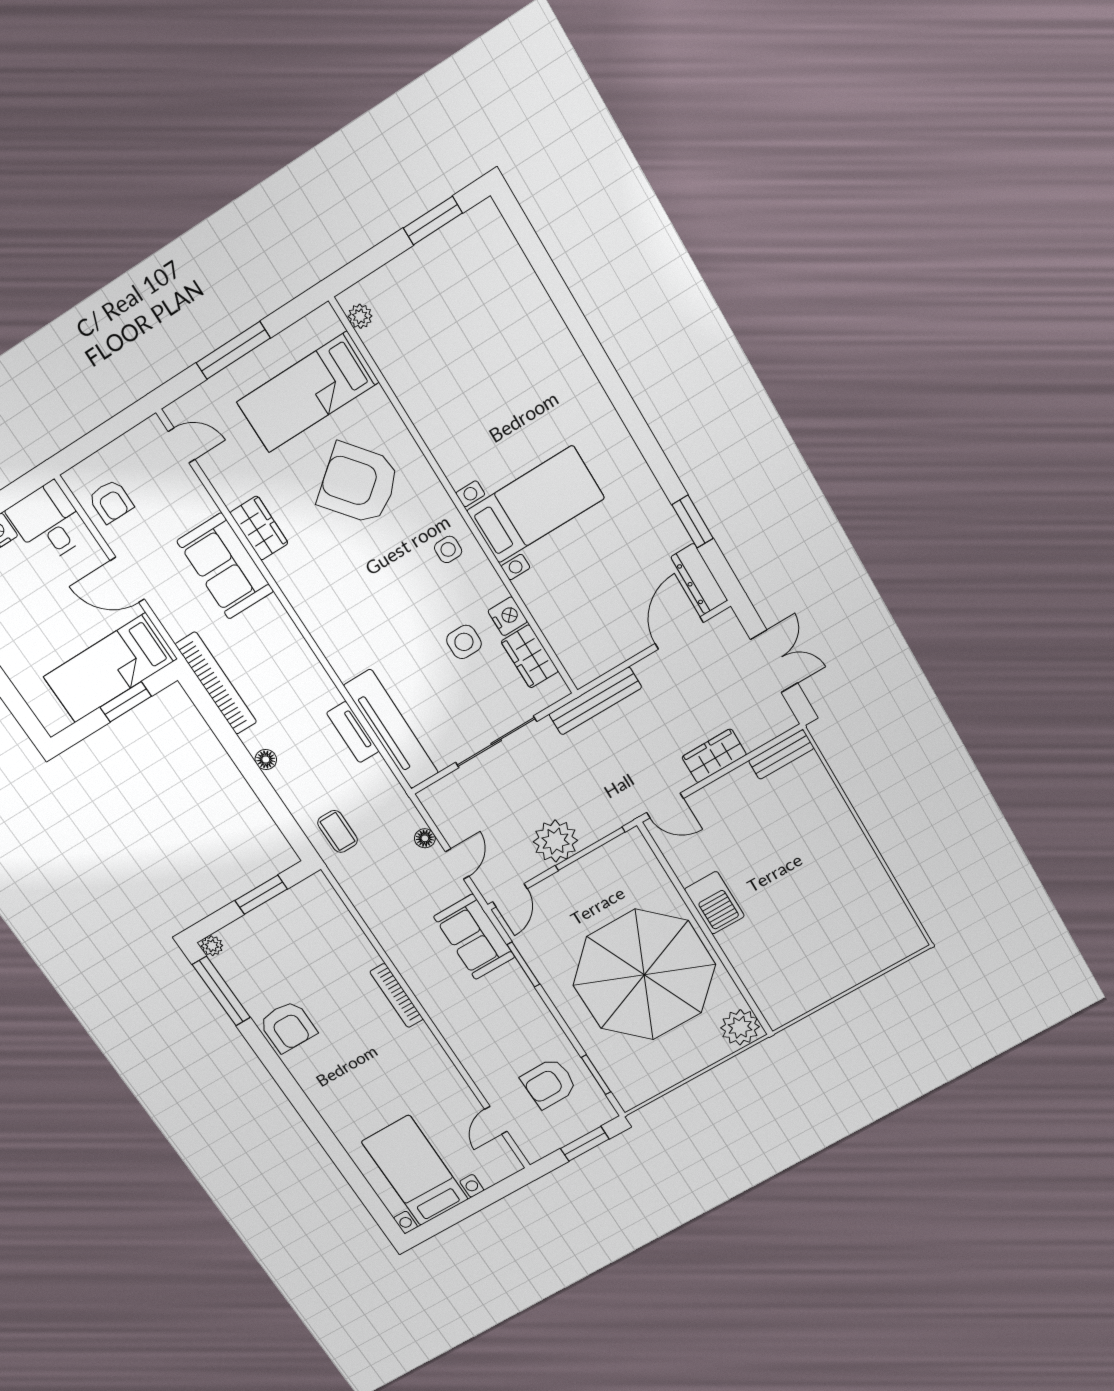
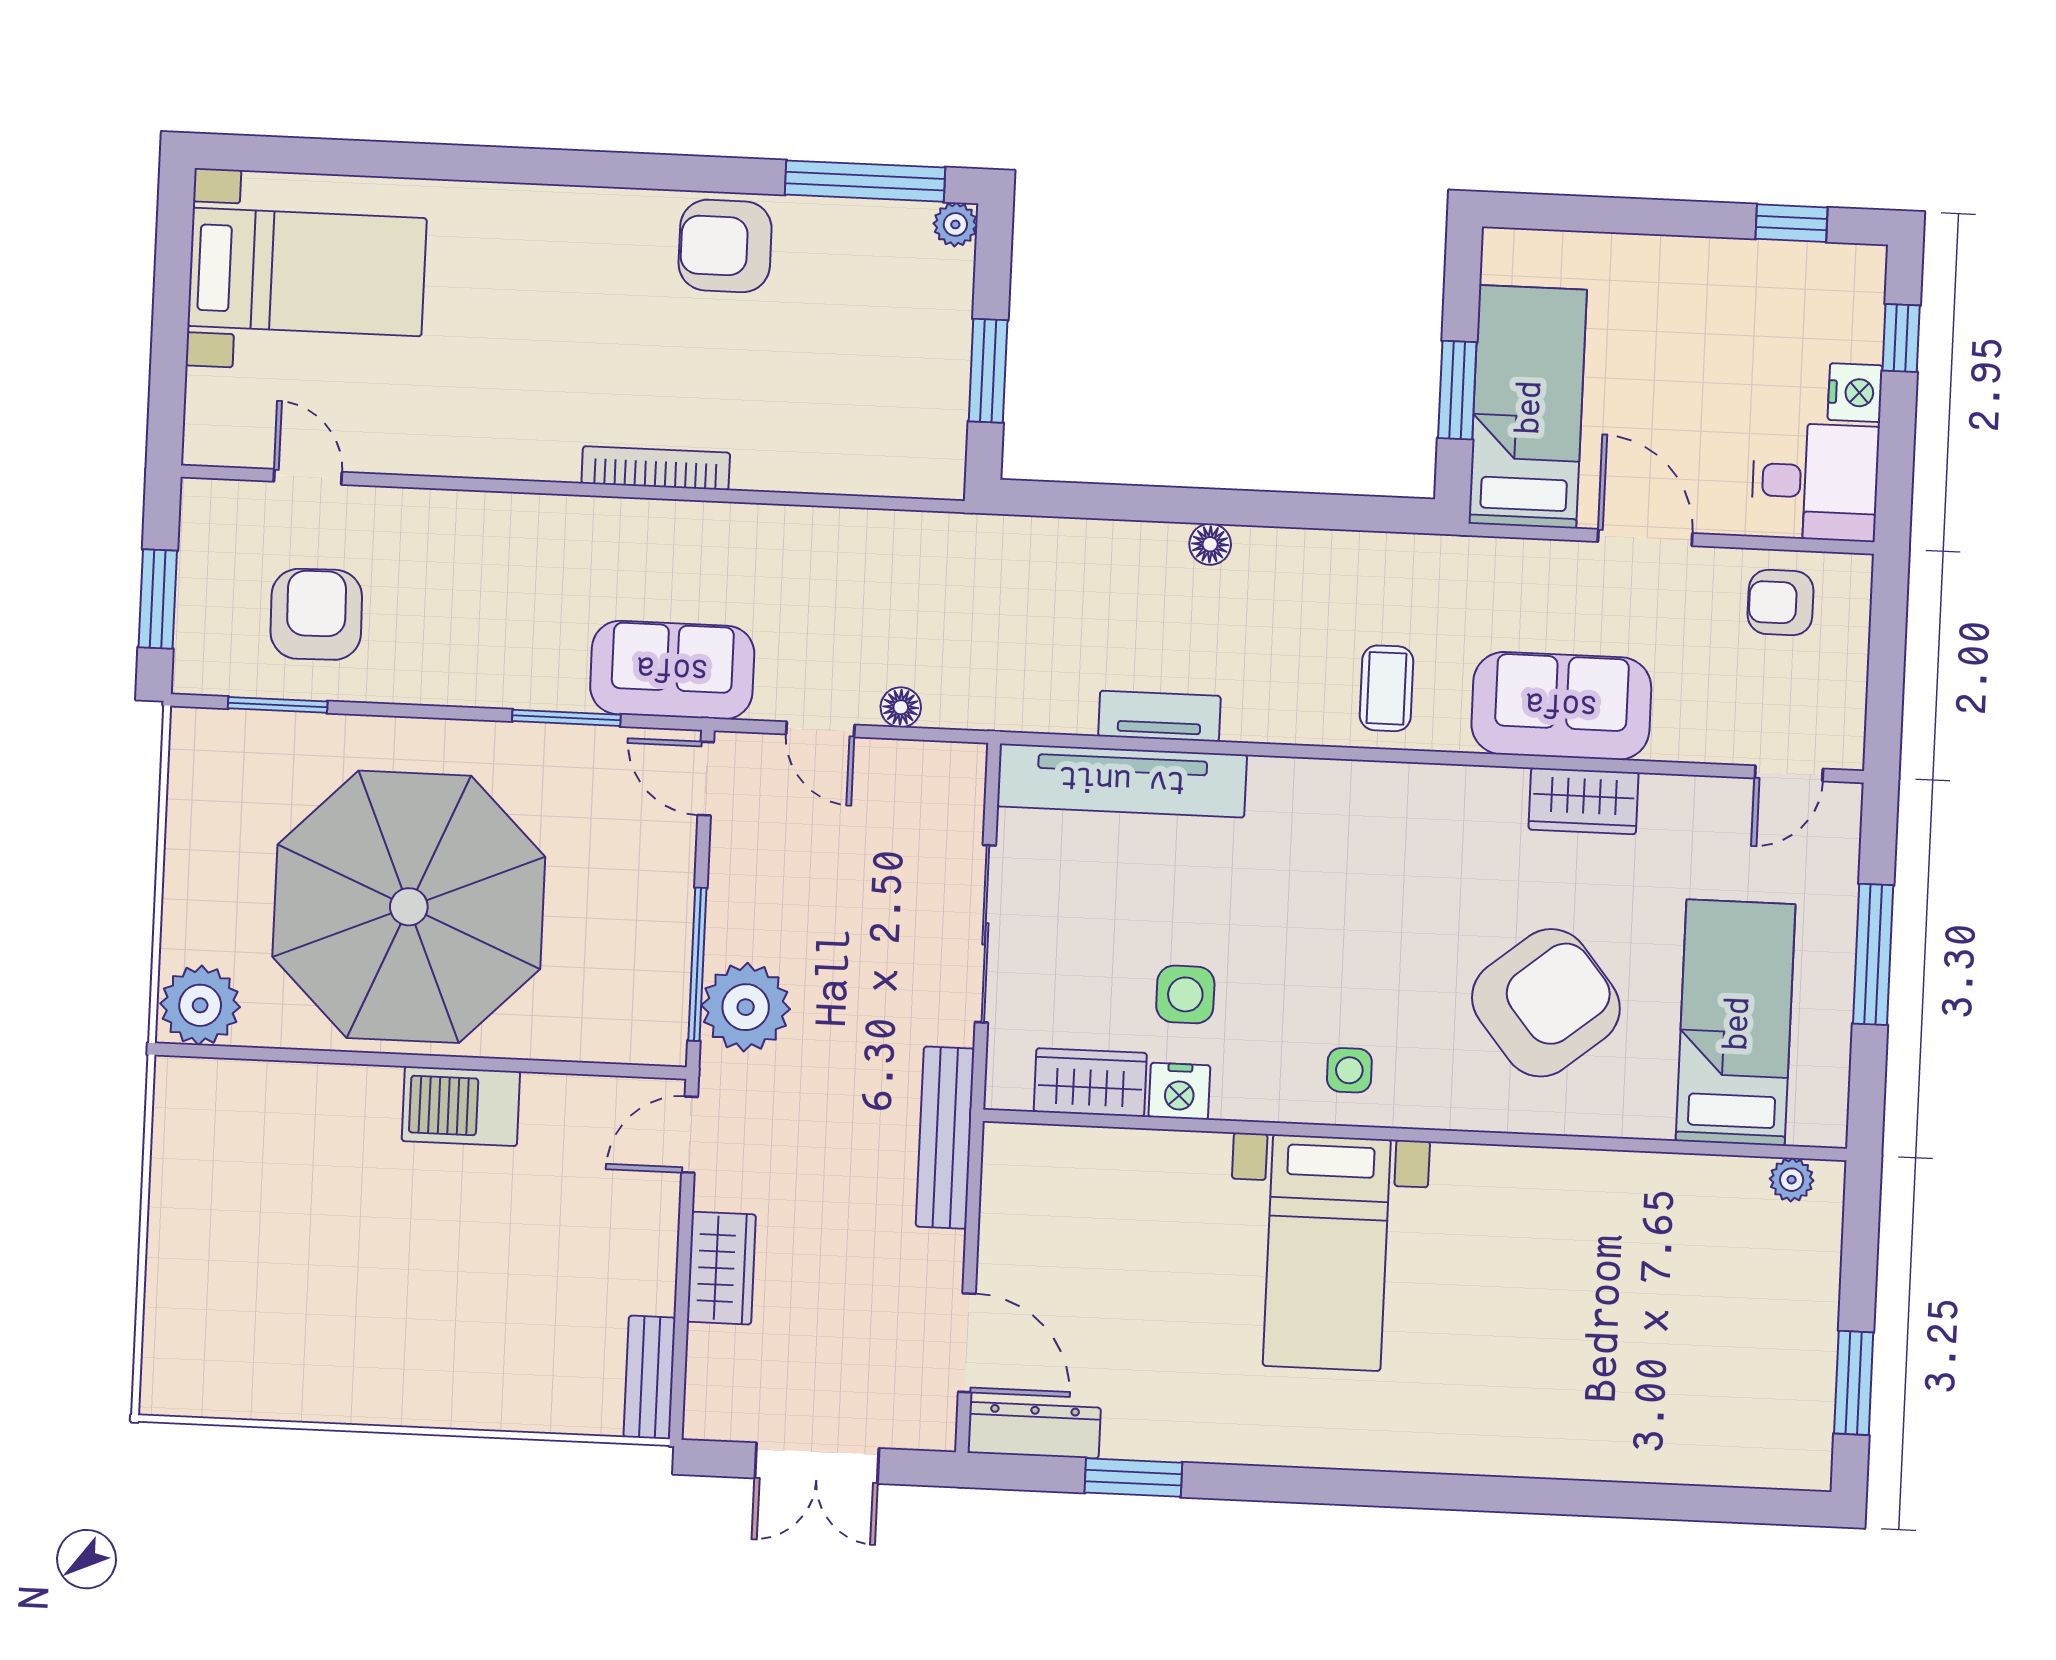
door: (127, 580) -> (1645, 538), hinge flipped
bookcase: (216, 683) -> (1388, 556), removed
coffee table: (338, 831) -> (1386, 688), moved, turned 90
plant: (555, 841) -> (746, 1007), moved

